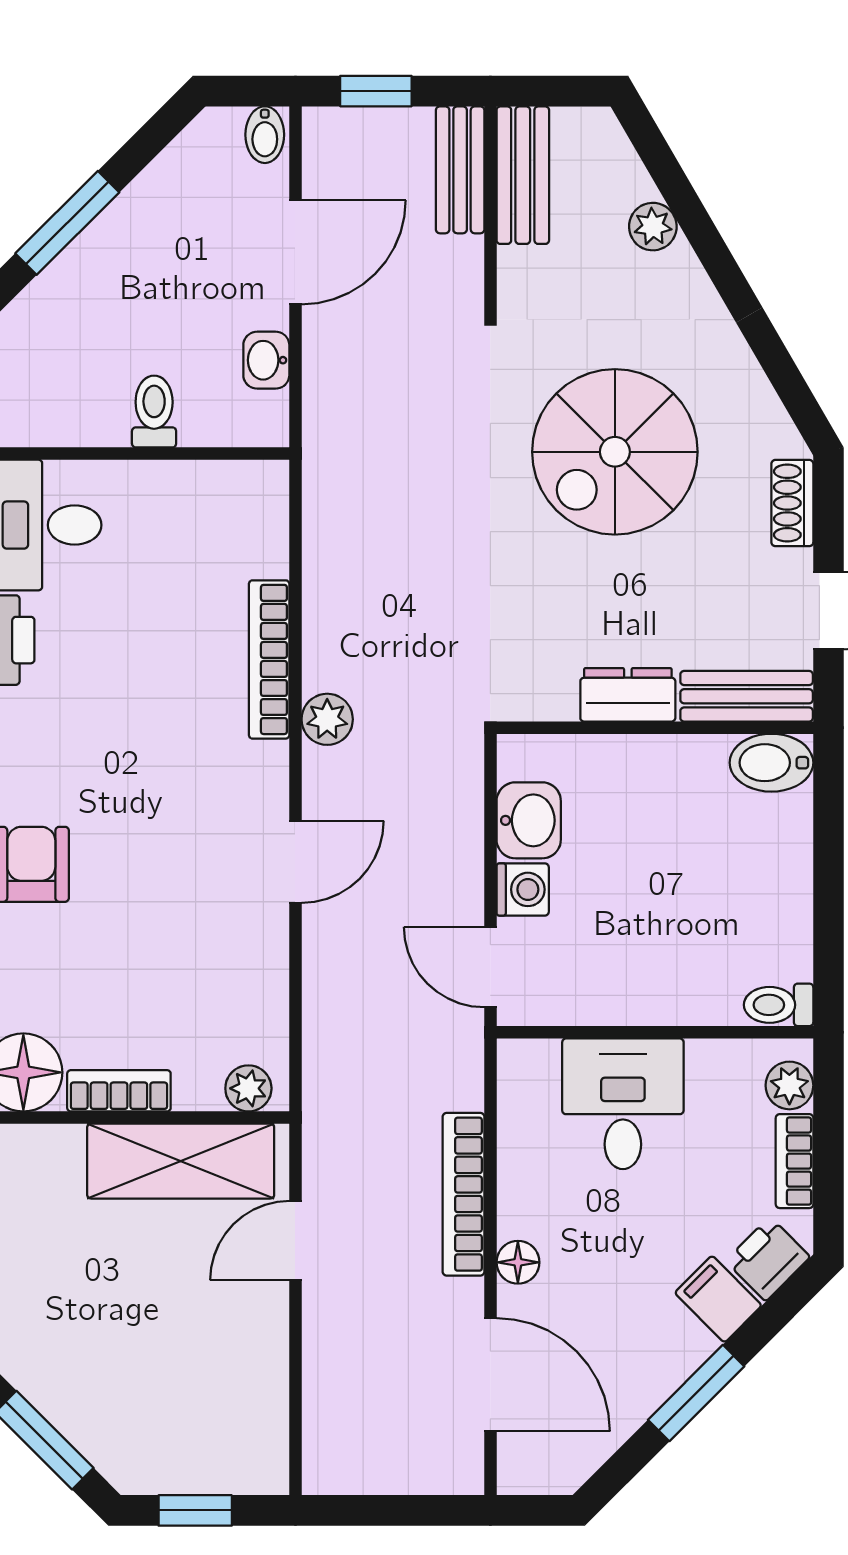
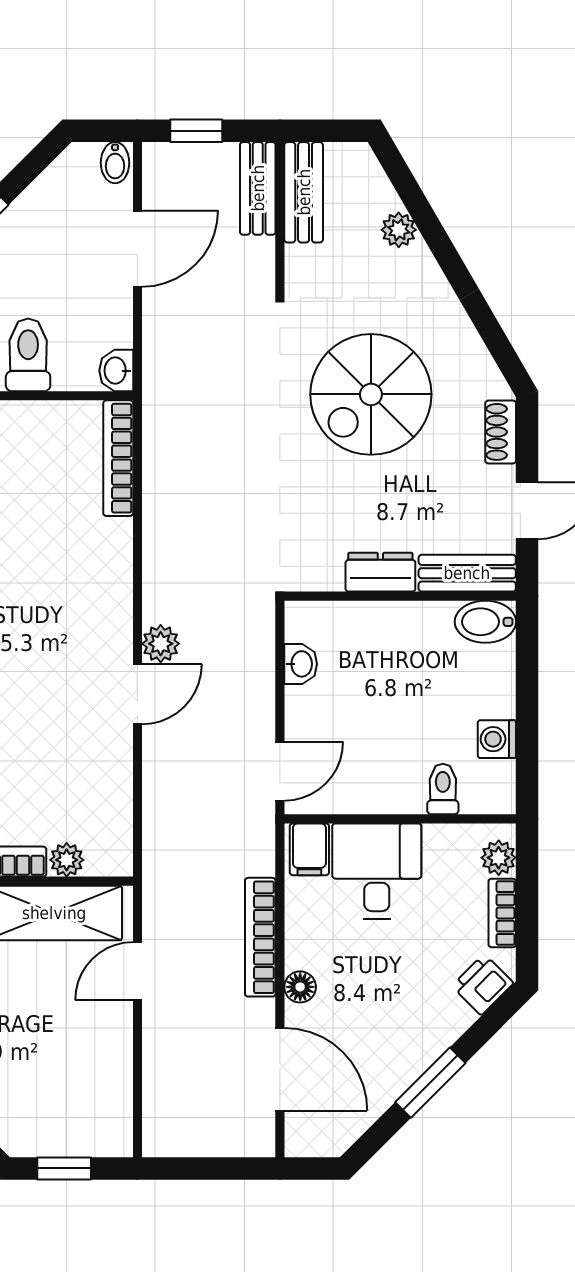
washbasin: (266, 360) -> (116, 371), moved
toilet: (154, 411) -> (28, 355), width x1.37, depth x1.39
bookcase: (269, 659) -> (118, 458), moved
plant: (327, 719) -> (161, 644), moved
washbasin: (529, 820) -> (301, 664), width x0.72, depth x0.69
washing machine: (523, 889) -> (497, 739), moved, turned 180
door: (490, 967) -> (280, 771), swing flipped
toilet: (779, 1005) -> (443, 789), moved, turned 90
plant: (248, 1088) -> (67, 860), moved
filing cabinet: (718, 1299) -> (309, 849), moved, turned -135

